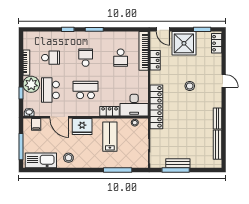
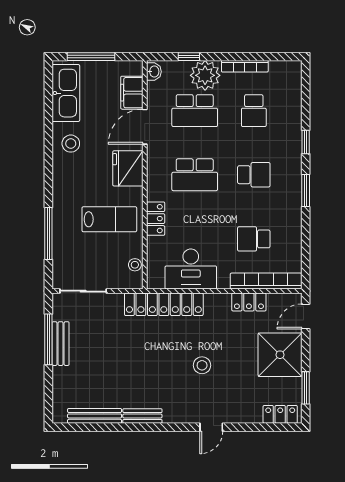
school desk: (50, 90) -> (195, 111), turned 180
school desk: (86, 90) -> (195, 175), turned 90
desk: (134, 105) -> (191, 269), moved, turned -90
filing cabinet: (36, 124) -> (132, 93), width x2.00

